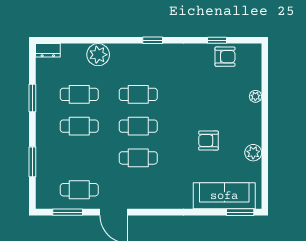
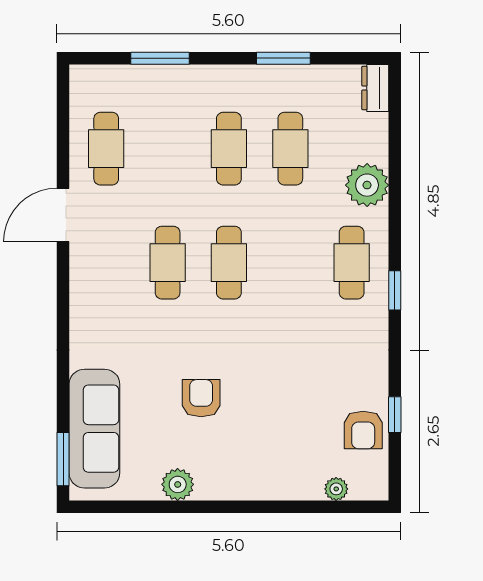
cafe table: (138, 94) -> (352, 263), moved
plant: (255, 96) -> (336, 489), moved
window: (68, 212) -> (63, 126), removed

